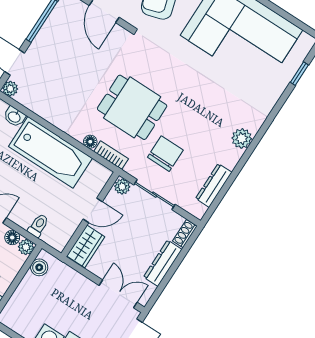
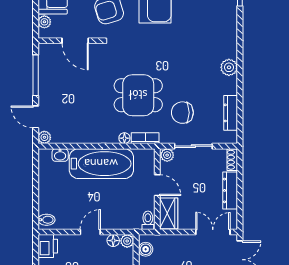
chair: (165, 154) -> (182, 113), turned -90
door: (93, 210) -> (157, 185), hinge flipped
toilet: (38, 225) -> (148, 220), moved

